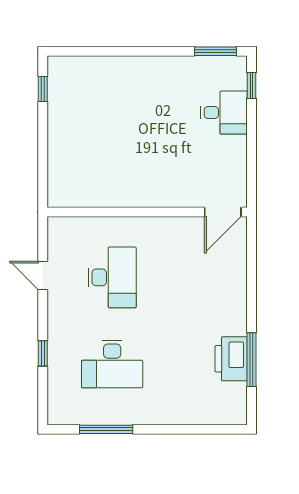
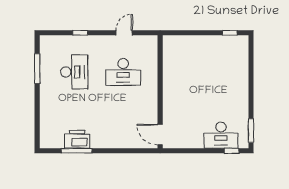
desk: (224, 113) -> (221, 135), width x1.37
desk: (112, 364) -> (74, 72), turned 180

